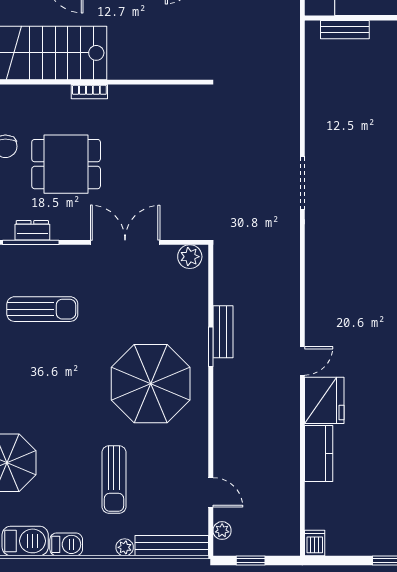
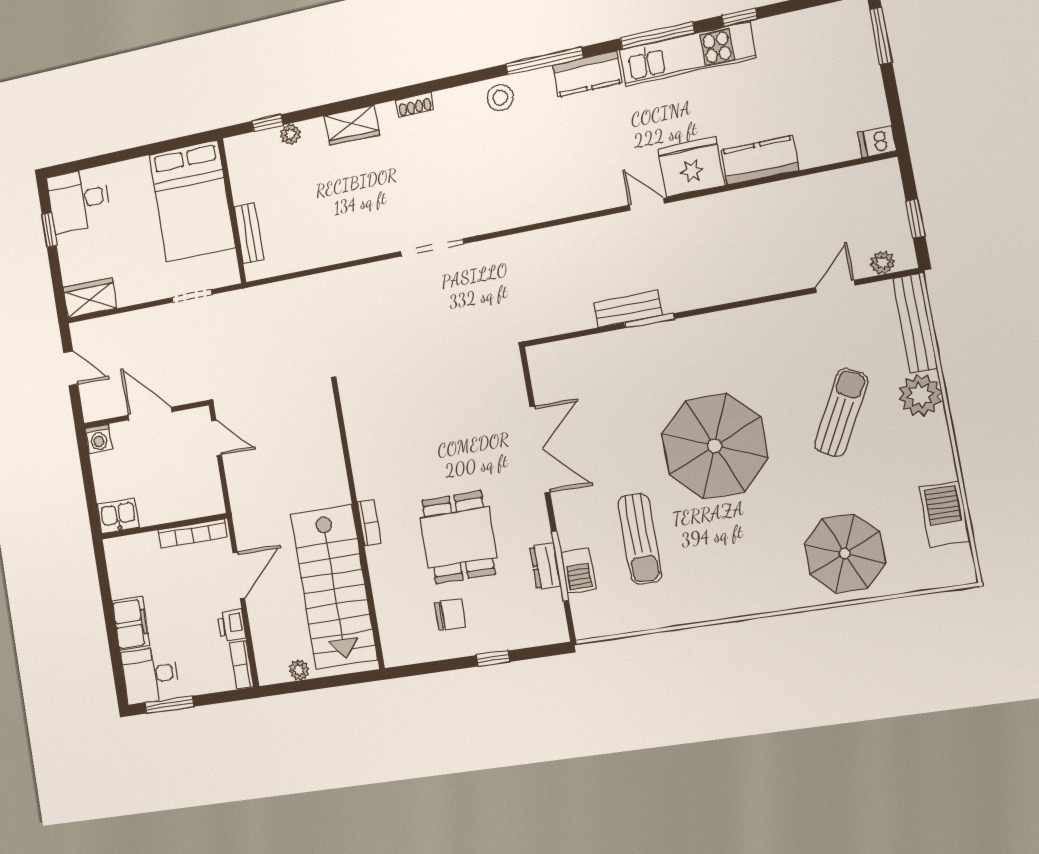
double door: (125, 242) -> (540, 449), swing flipped
plant: (190, 257) -> (543, 367), removed
sun lounger: (42, 309) -> (640, 539), turned 180
parasol: (151, 384) -> (715, 446), moved
sun lounger: (114, 480) -> (841, 413), turned -62
barbecue: (66, 544) -> (578, 571), moved, turned 180
plant: (125, 547) -> (920, 395), width x1.87, depth x1.87

